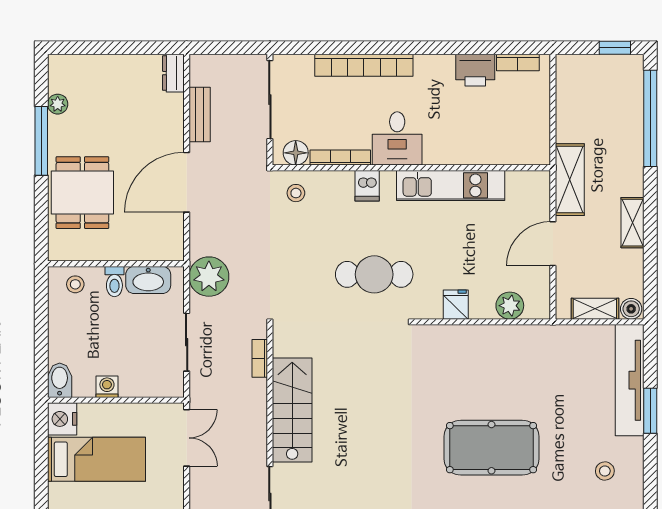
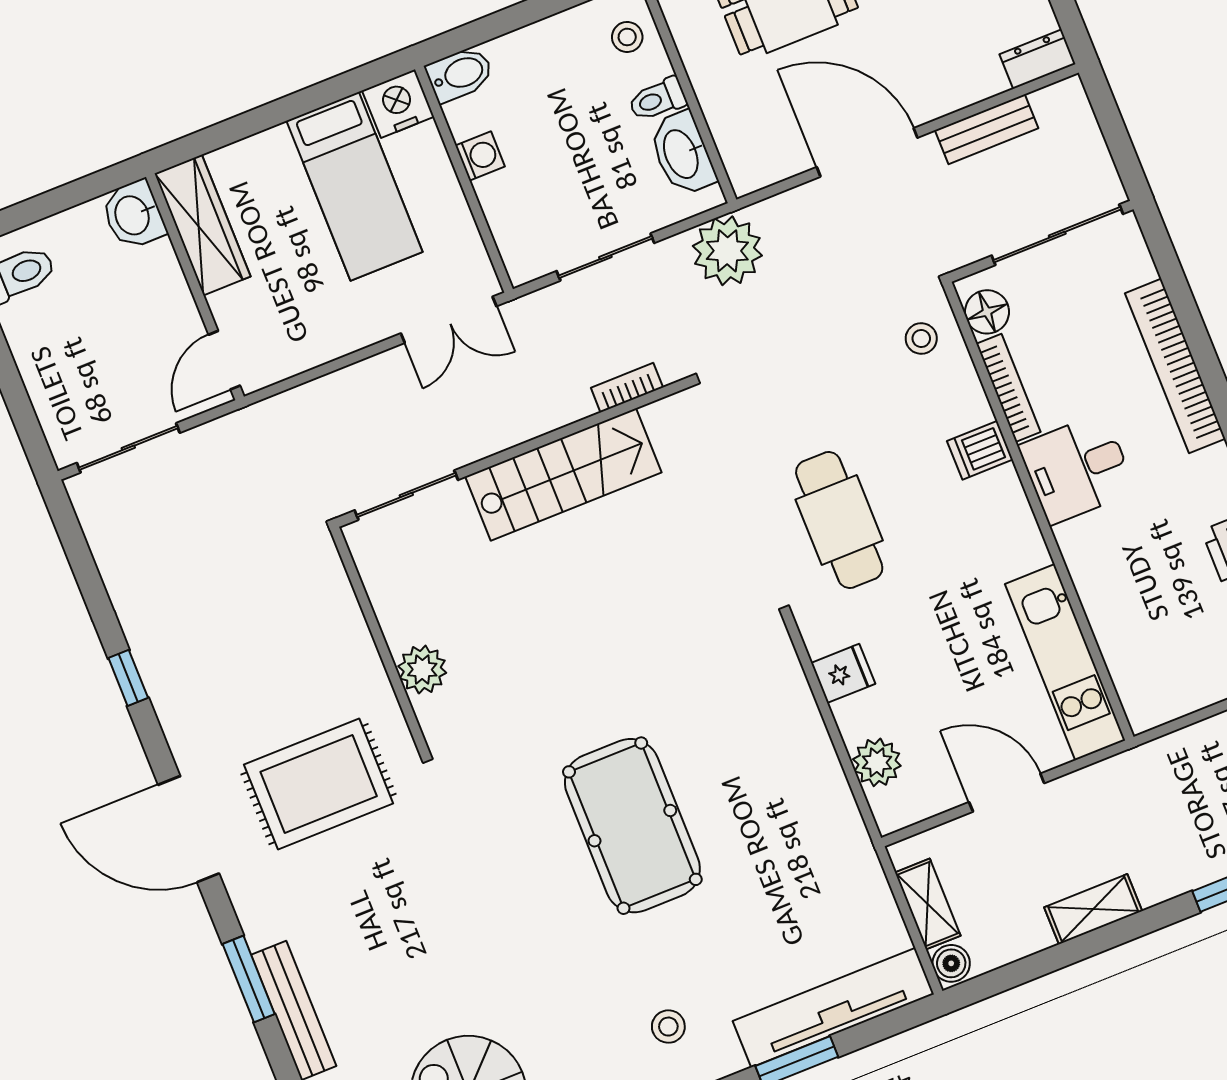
shelving: (570, 180) -> (1123, 778), removed
kitchen unit: (451, 185) -> (1065, 662), moved

